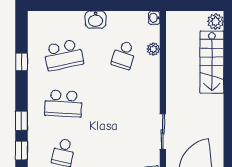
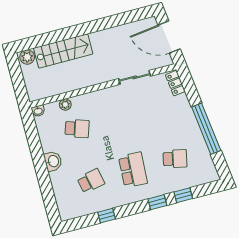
school desk: (63, 55) -> (91, 181), width x0.54

